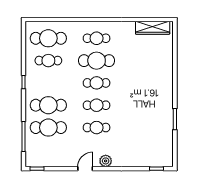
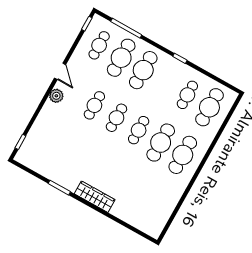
wardrobe: (153, 28) -> (95, 197), moved, turned 90
cafe table: (97, 38) -> (183, 155), width x1.37, depth x1.35
cafe table: (48, 150) -> (99, 45), added

